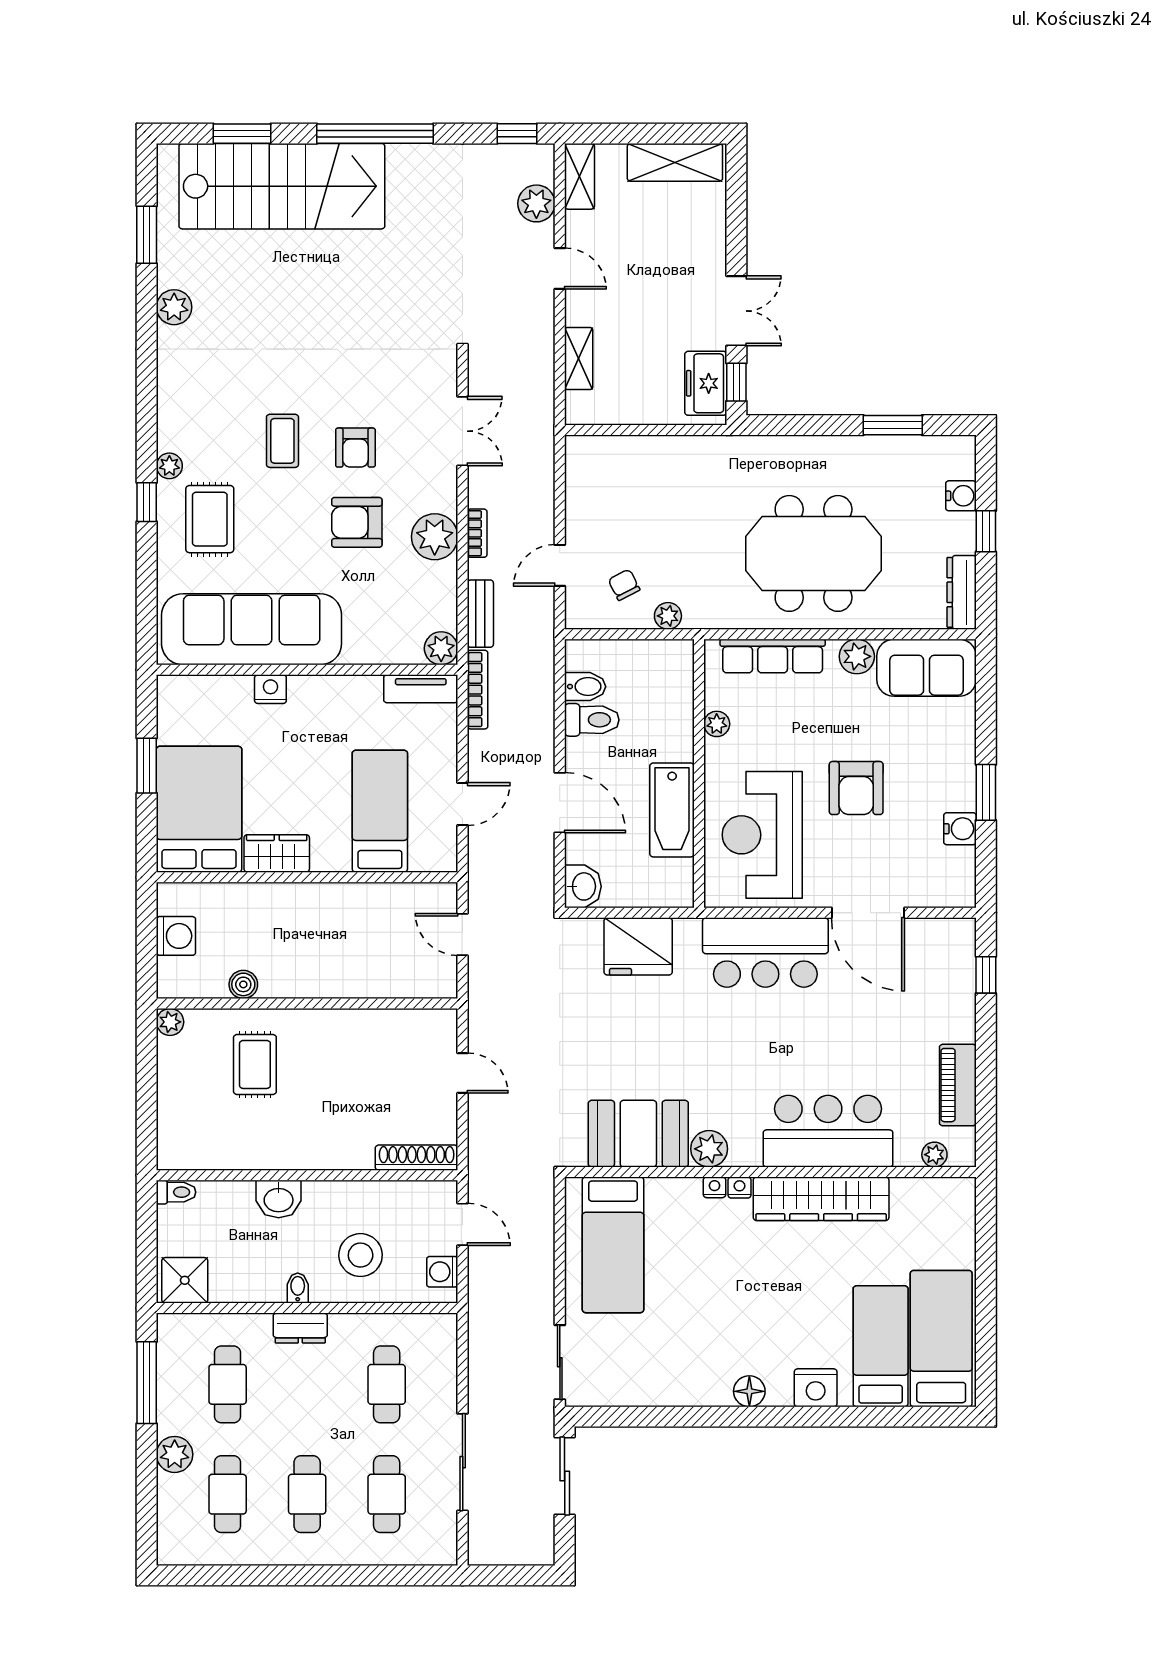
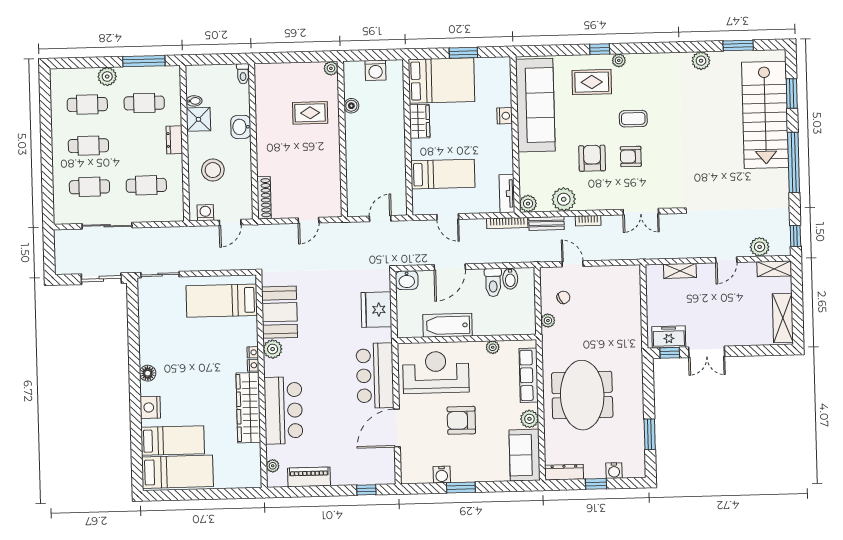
plant: (435, 537) -> (564, 199), moved
shower: (185, 1280) -> (198, 119), moved
bidet: (298, 1288) -> (194, 101), moved

